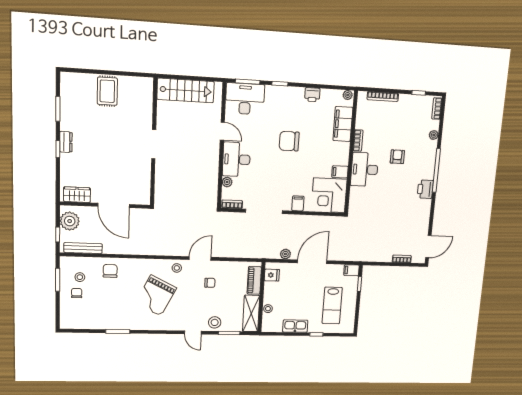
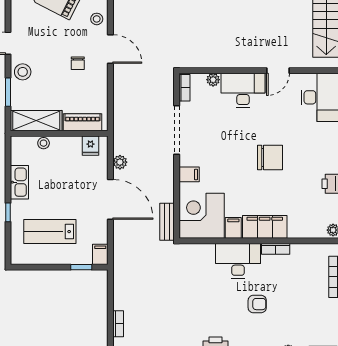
filing cabinet: (343, 124) -> (265, 227), moved
chair: (289, 141) -> (270, 158), turned 90
bench: (332, 221) -> (167, 222), added

